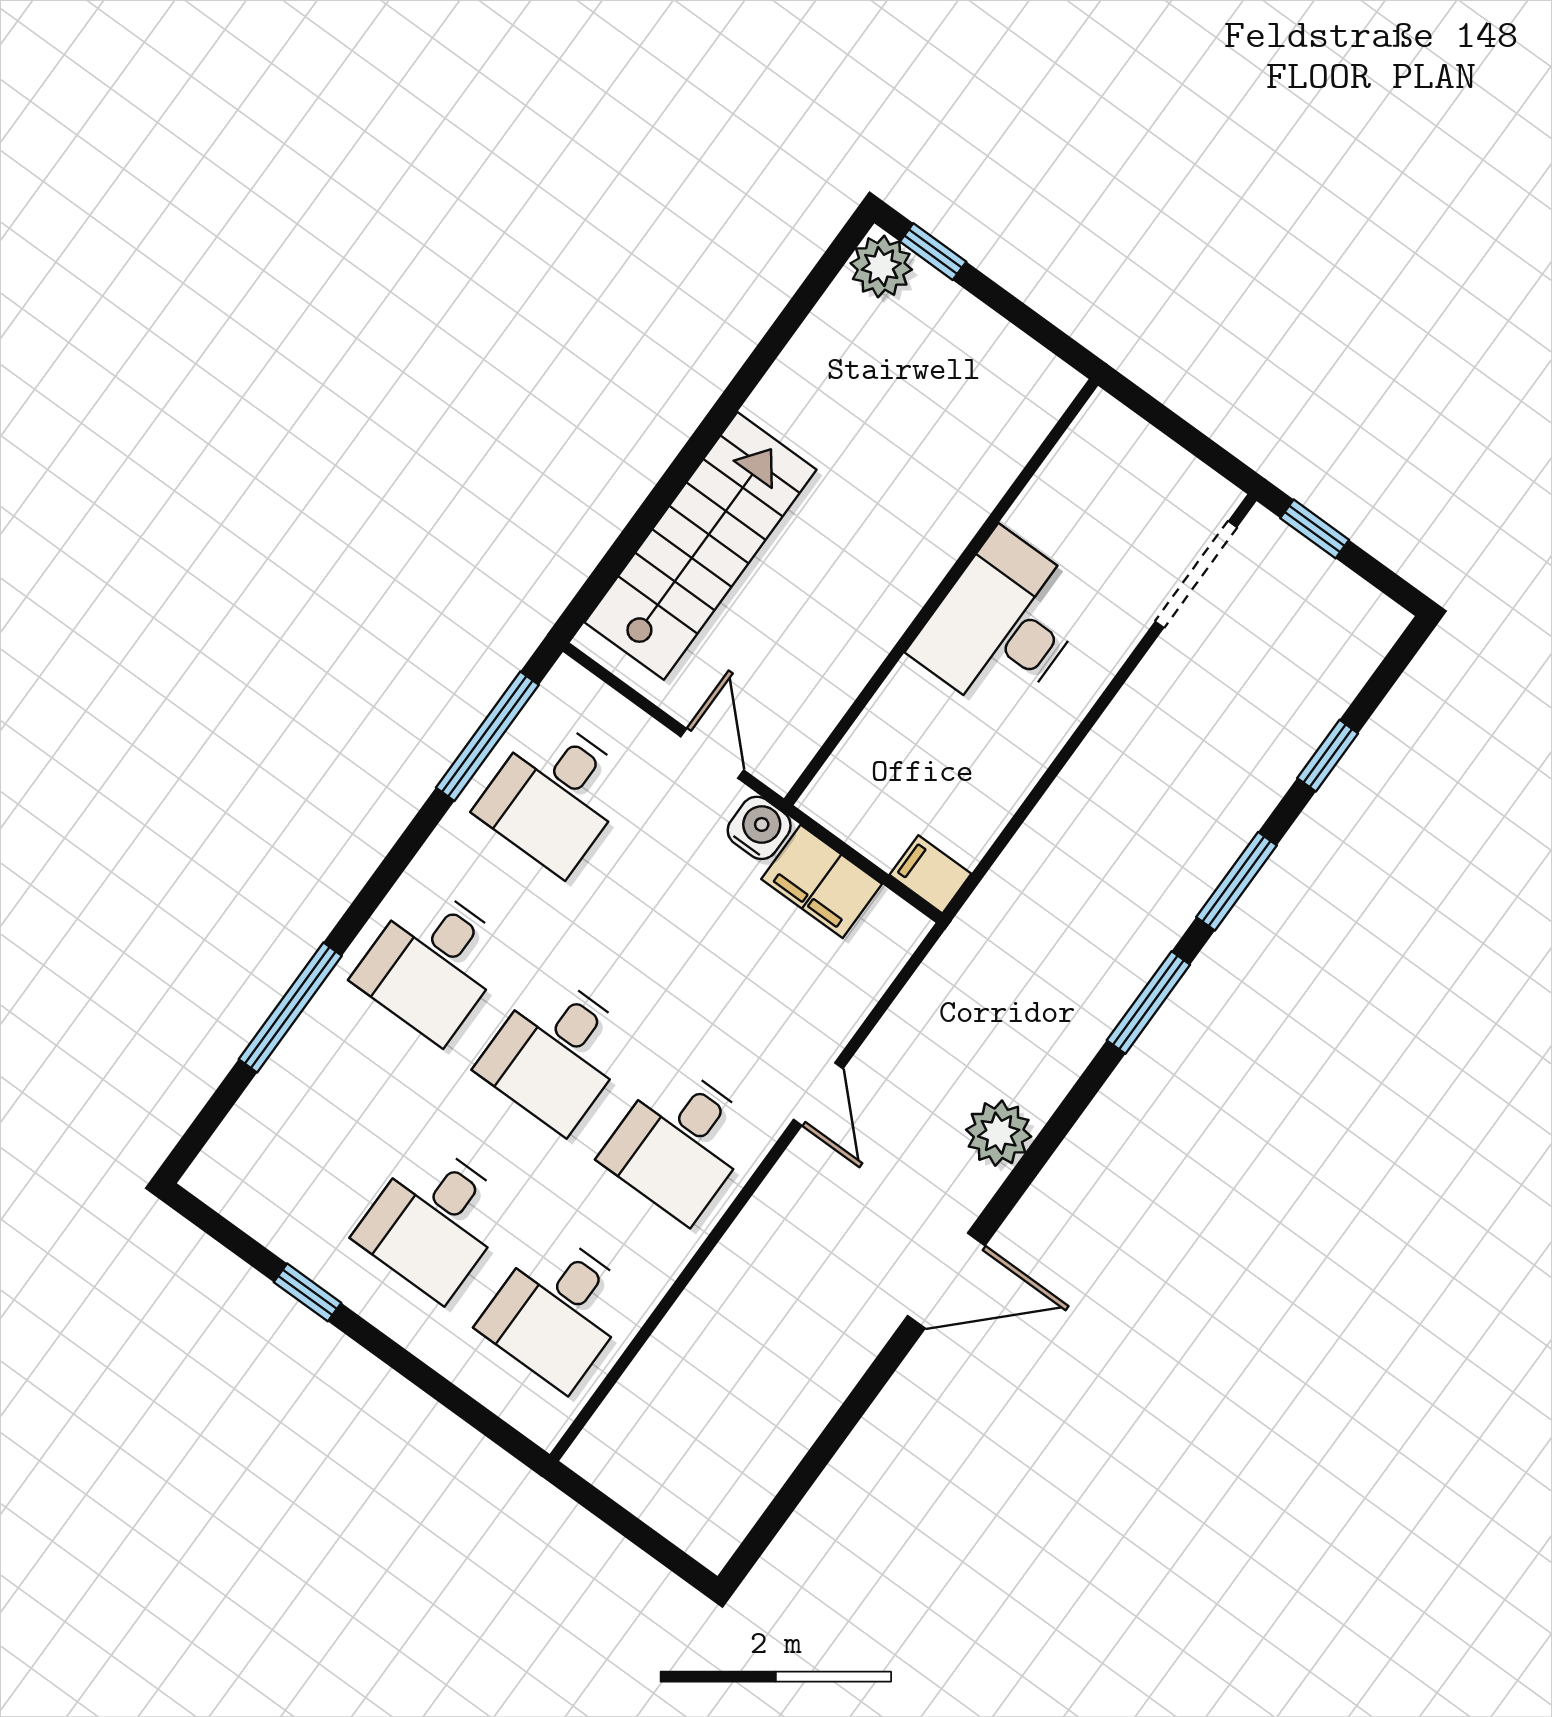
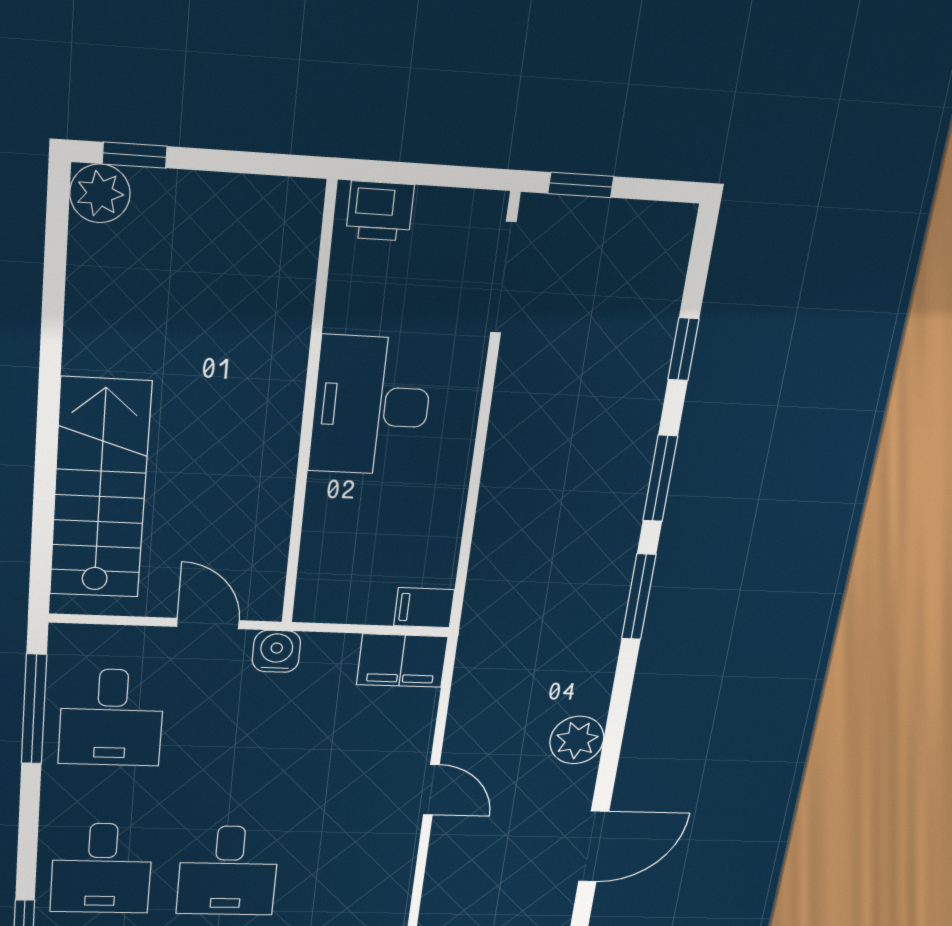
printer: (1119, 439) -> (380, 211), added
filing cabinet: (822, 881) -> (402, 661), moved
desk: (680, 1143) -> (352, 873), removed

